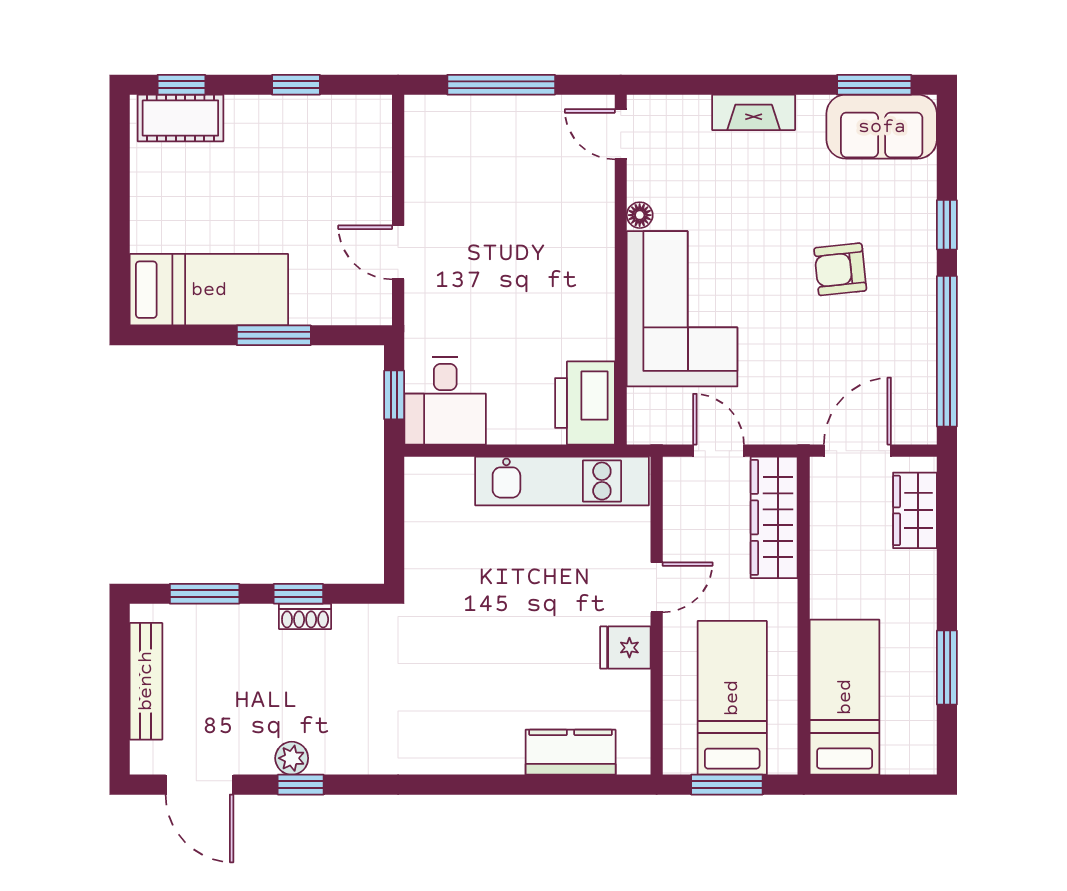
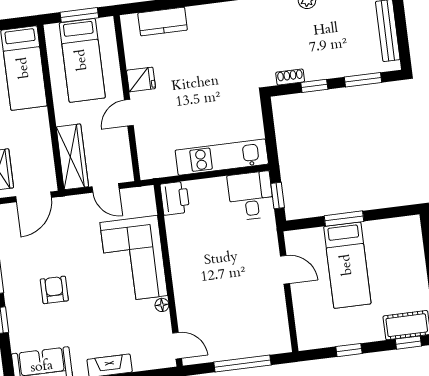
armchair: (840, 269) -> (54, 290), turned -84
bed: (209, 290) -> (347, 265), moved, turned -90
printer: (585, 403) -> (175, 198), width x0.73, depth x0.84
kitchen unit: (562, 481) -> (222, 157), moved
shoe rack: (305, 616) -> (290, 77), moved

